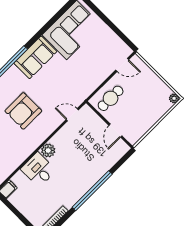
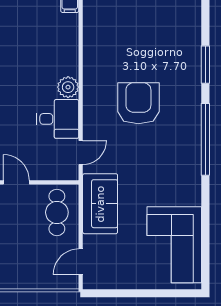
sofa: (35, 57) -> (100, 204), moved, turned 180
desk: (38, 170) -> (58, 119), moved

